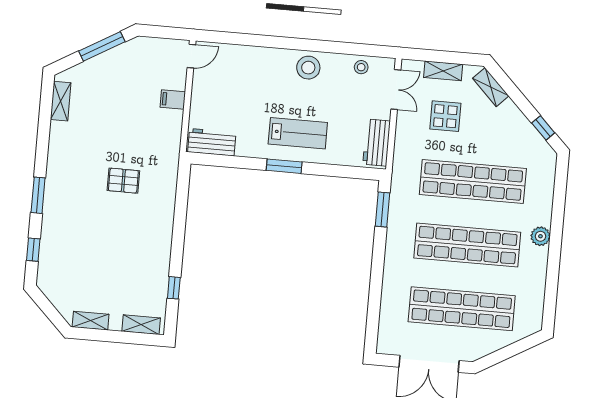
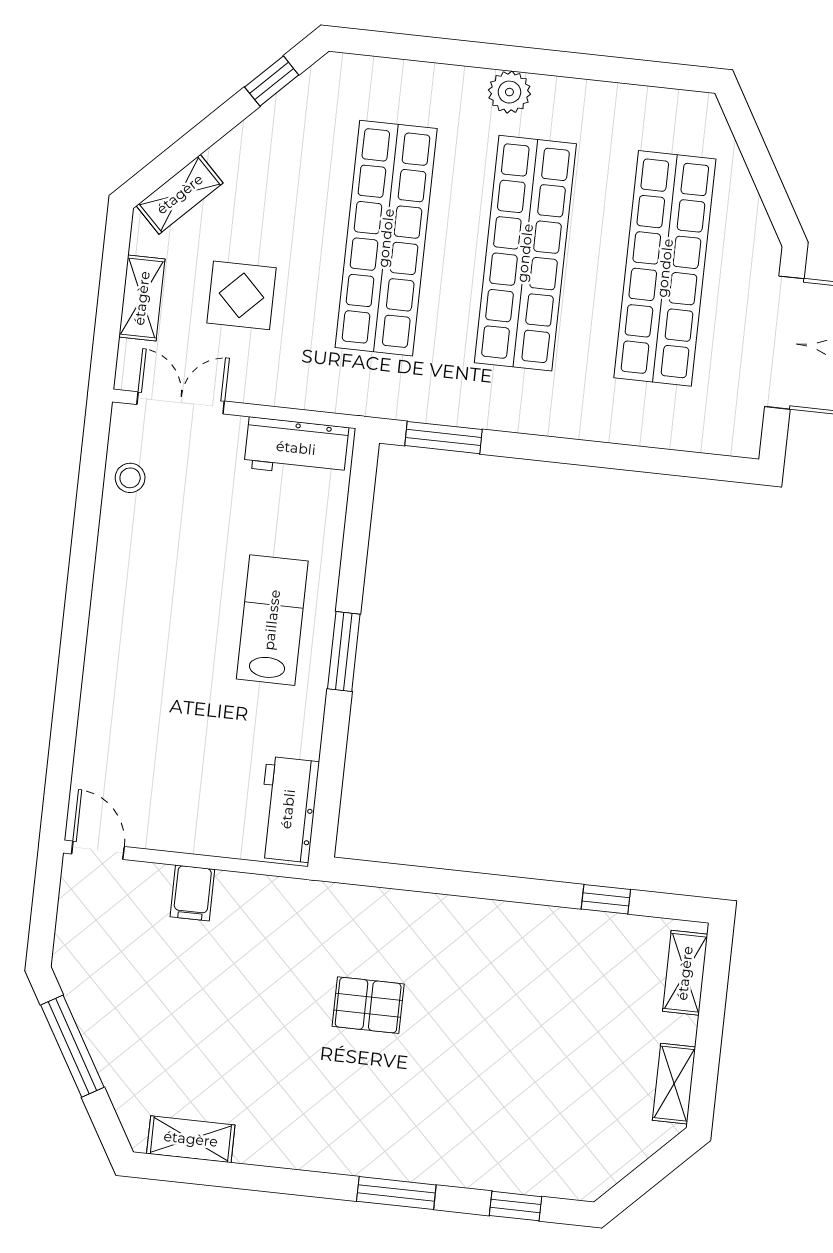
stool: (308, 68) -> (128, 594), removed
pallet: (123, 181) -> (368, 1005), turned 90

